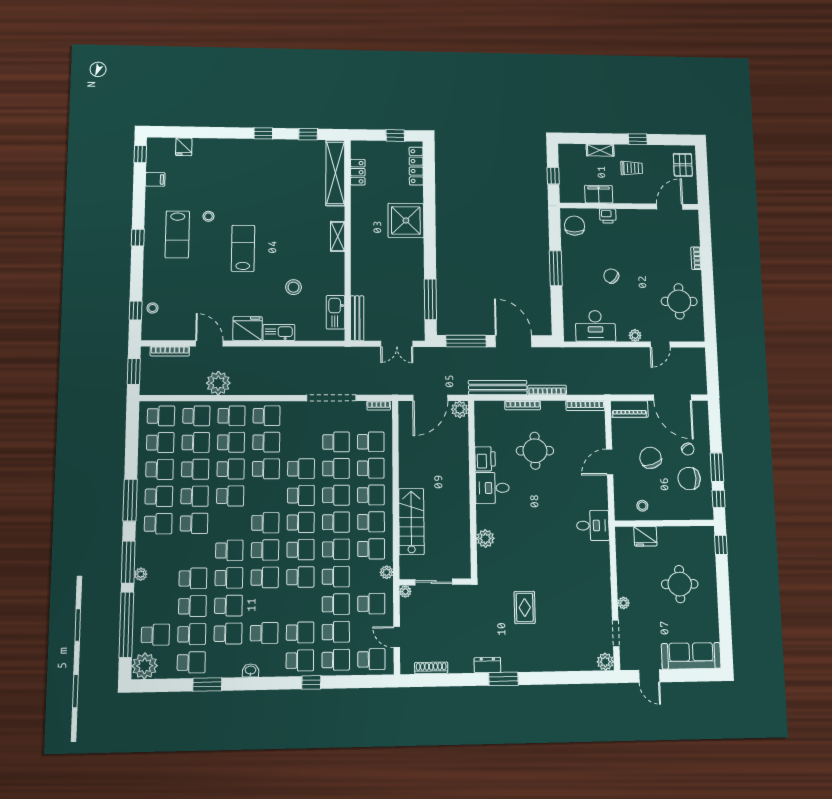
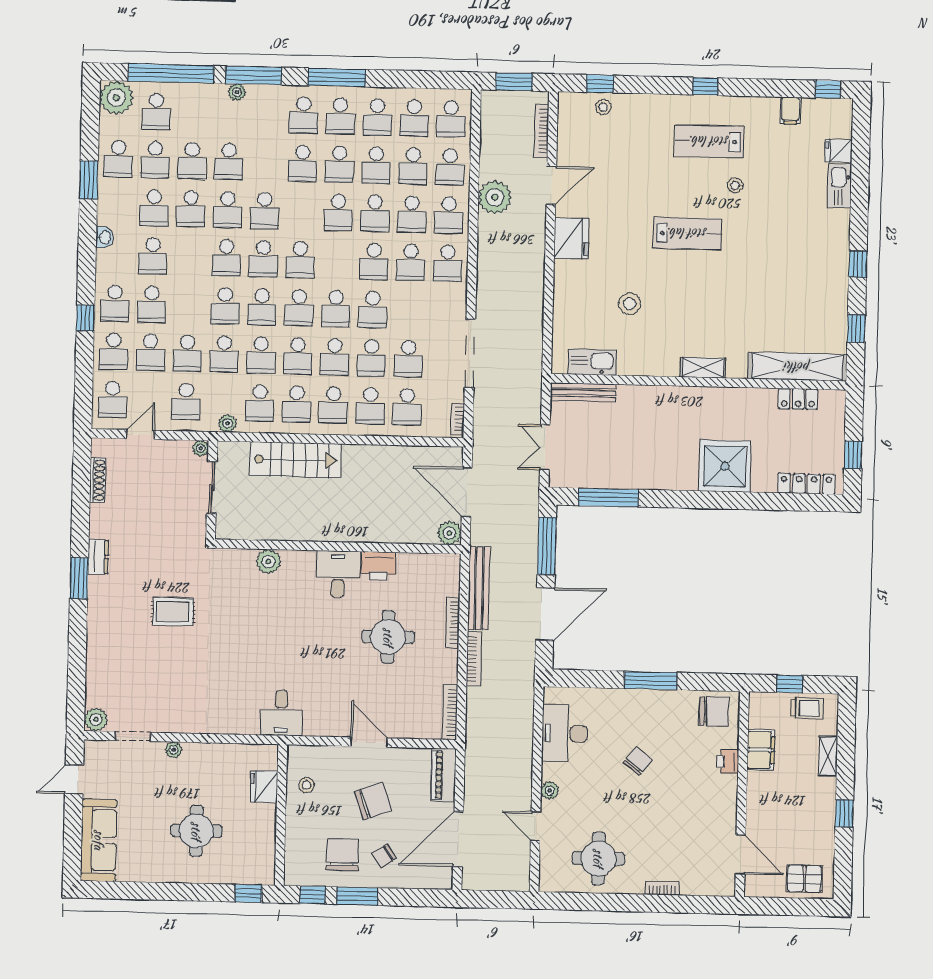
trolley: (632, 168) -> (807, 708), moved, turned -90
kitchen sink: (279, 332) -> (839, 186), moved, turned 180

